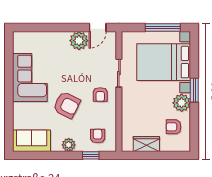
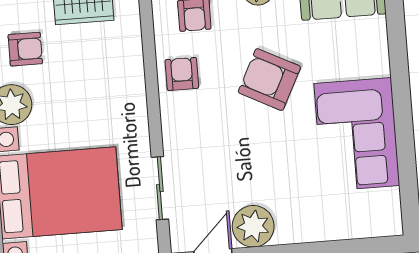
sliding door: (119, 73) -> (160, 188), moved
armchair: (100, 94) -> (182, 74), moved

